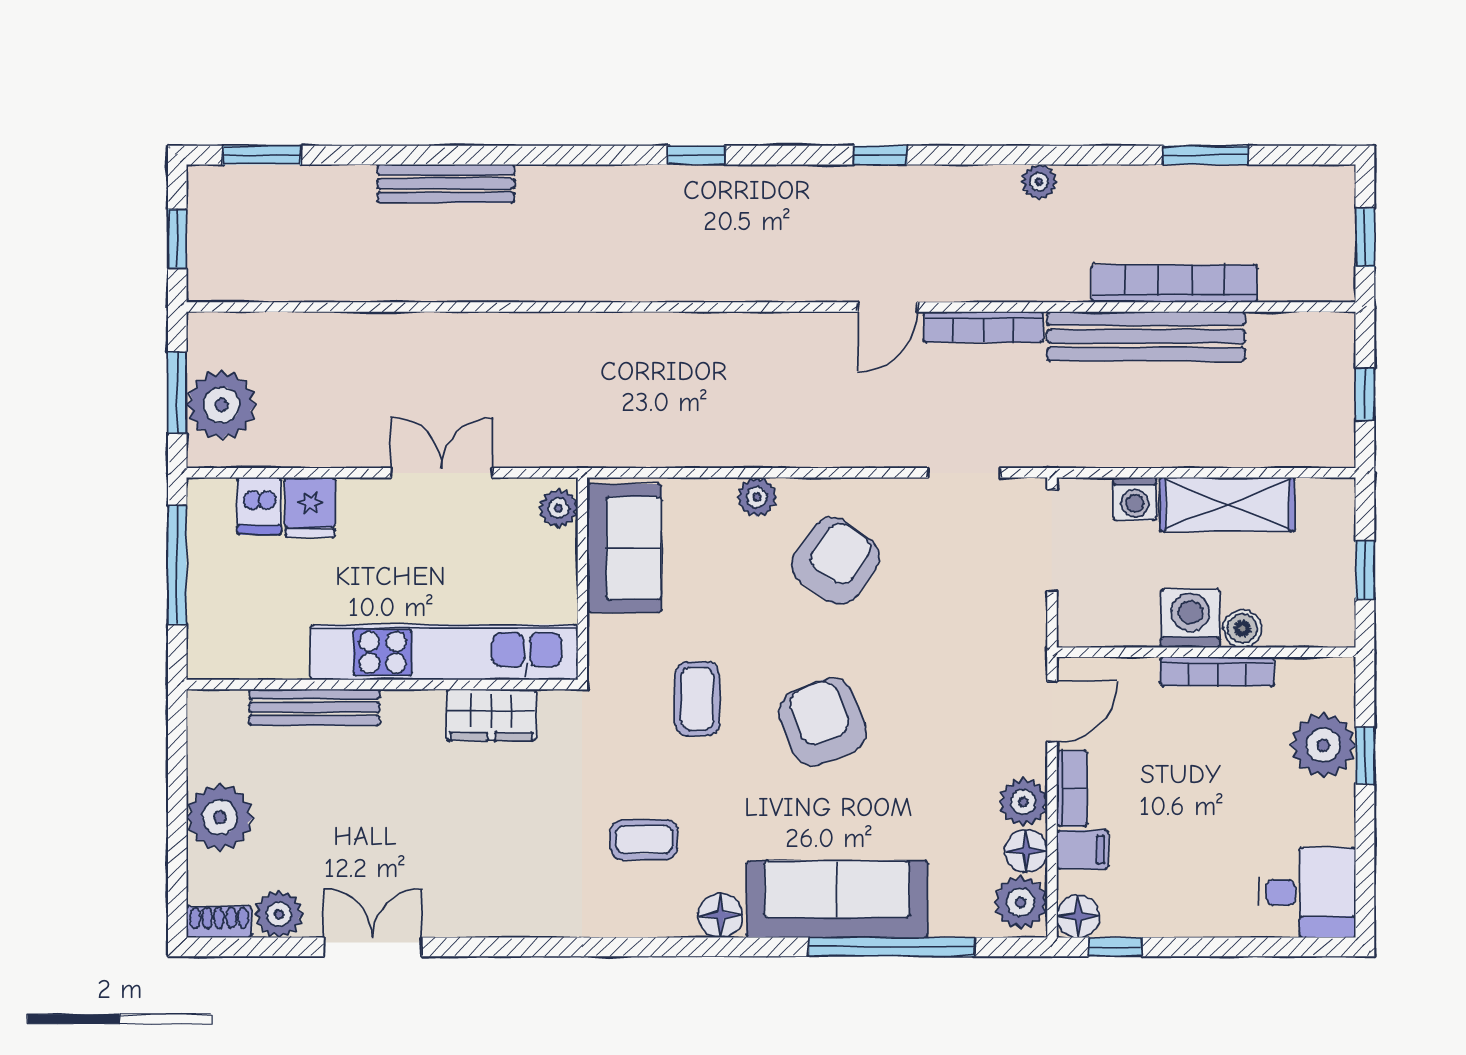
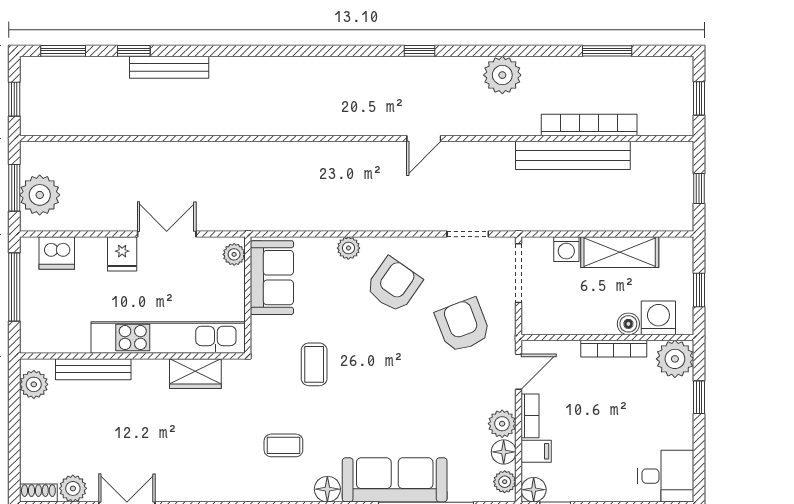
window: (697, 155) -> (134, 51), moved
plant: (1039, 182) -> (502, 75), width x1.88, depth x1.88
bookcase: (983, 327) -> (479, 150), removed
dishwasher: (259, 506) -> (57, 253), width x1.38
fridge: (310, 507) -> (122, 254), moved
washing machine: (1190, 618) -> (658, 318), moved
armchair: (823, 722) -> (463, 325), moved
plant: (1323, 745) -> (675, 359), moved
plant: (220, 817) -> (34, 384), moved, width x0.73, depth x0.73
plant: (1021, 902) -> (505, 482), width x0.73, depth x0.73

